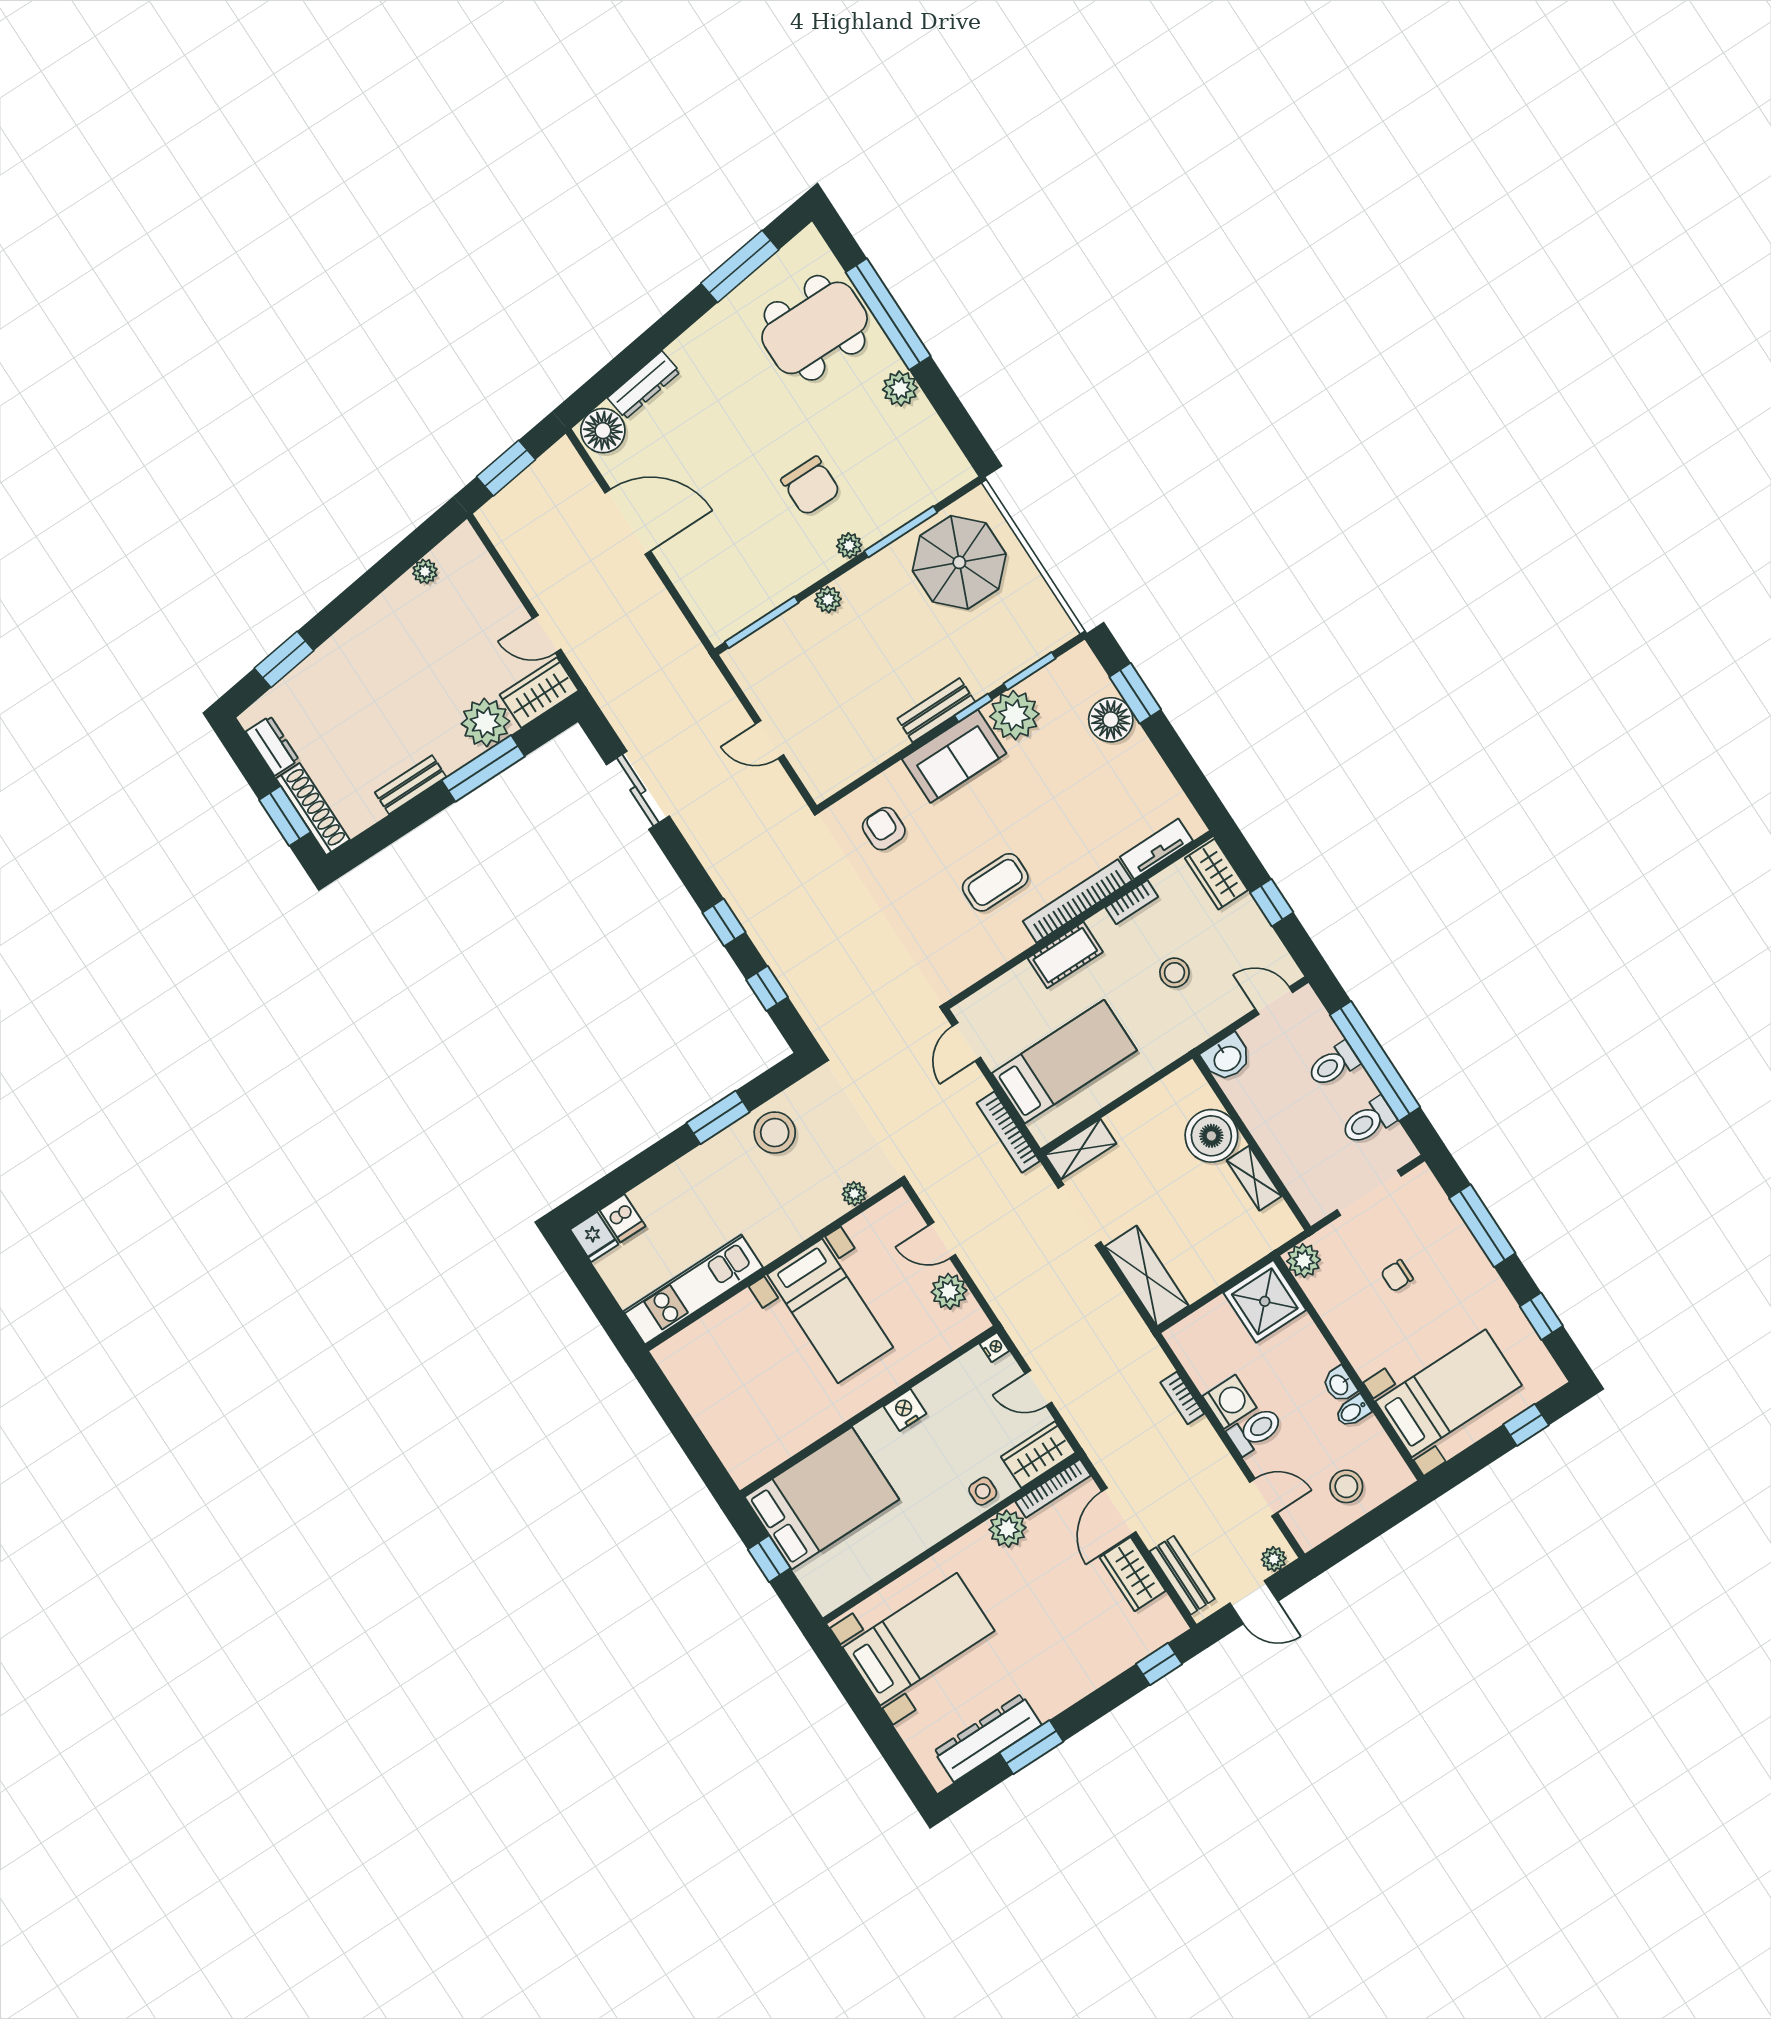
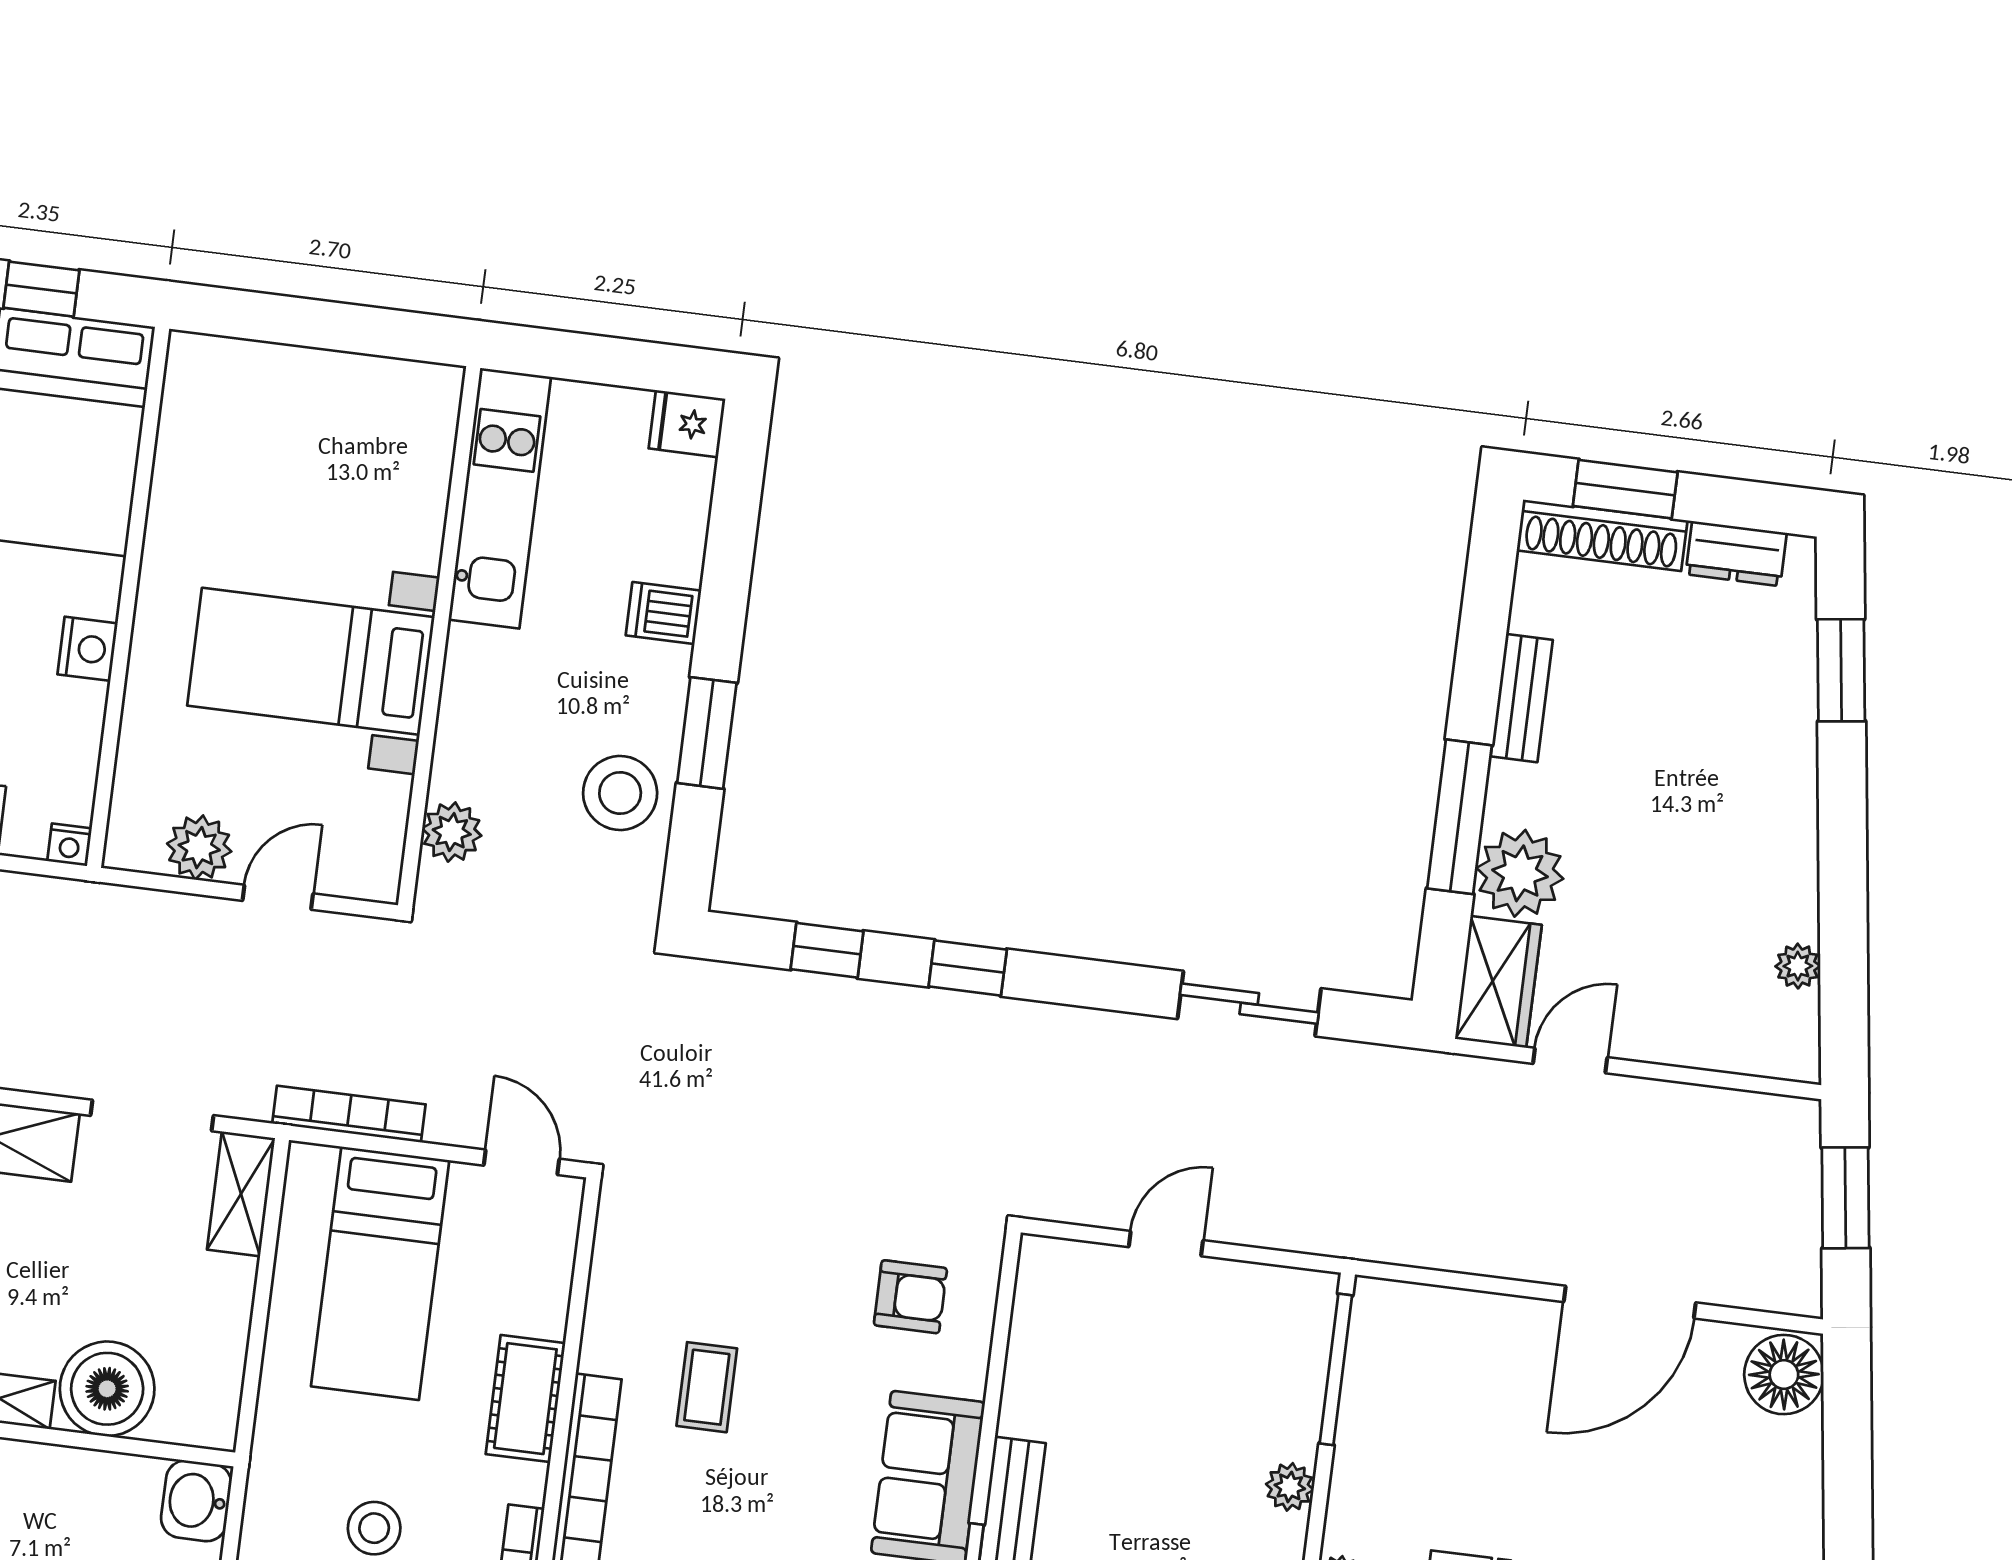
dresser: (644, 385) -> (1799, 1484), removed
coffee table: (995, 882) -> (707, 1387), width x0.73, depth x0.77
plant: (854, 1194) -> (452, 832), width x1.38, depth x1.38
dishwasher: (622, 1218) -> (664, 613), moved

